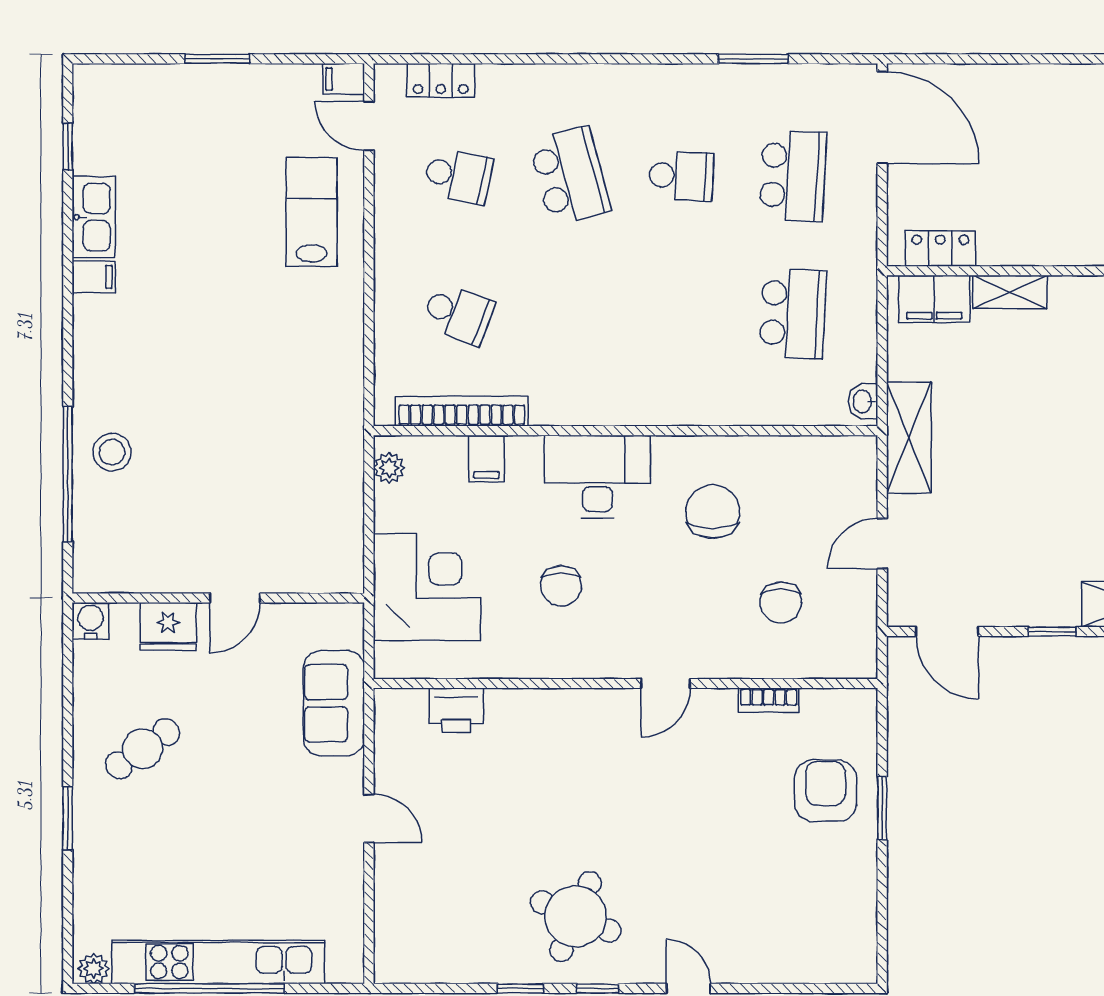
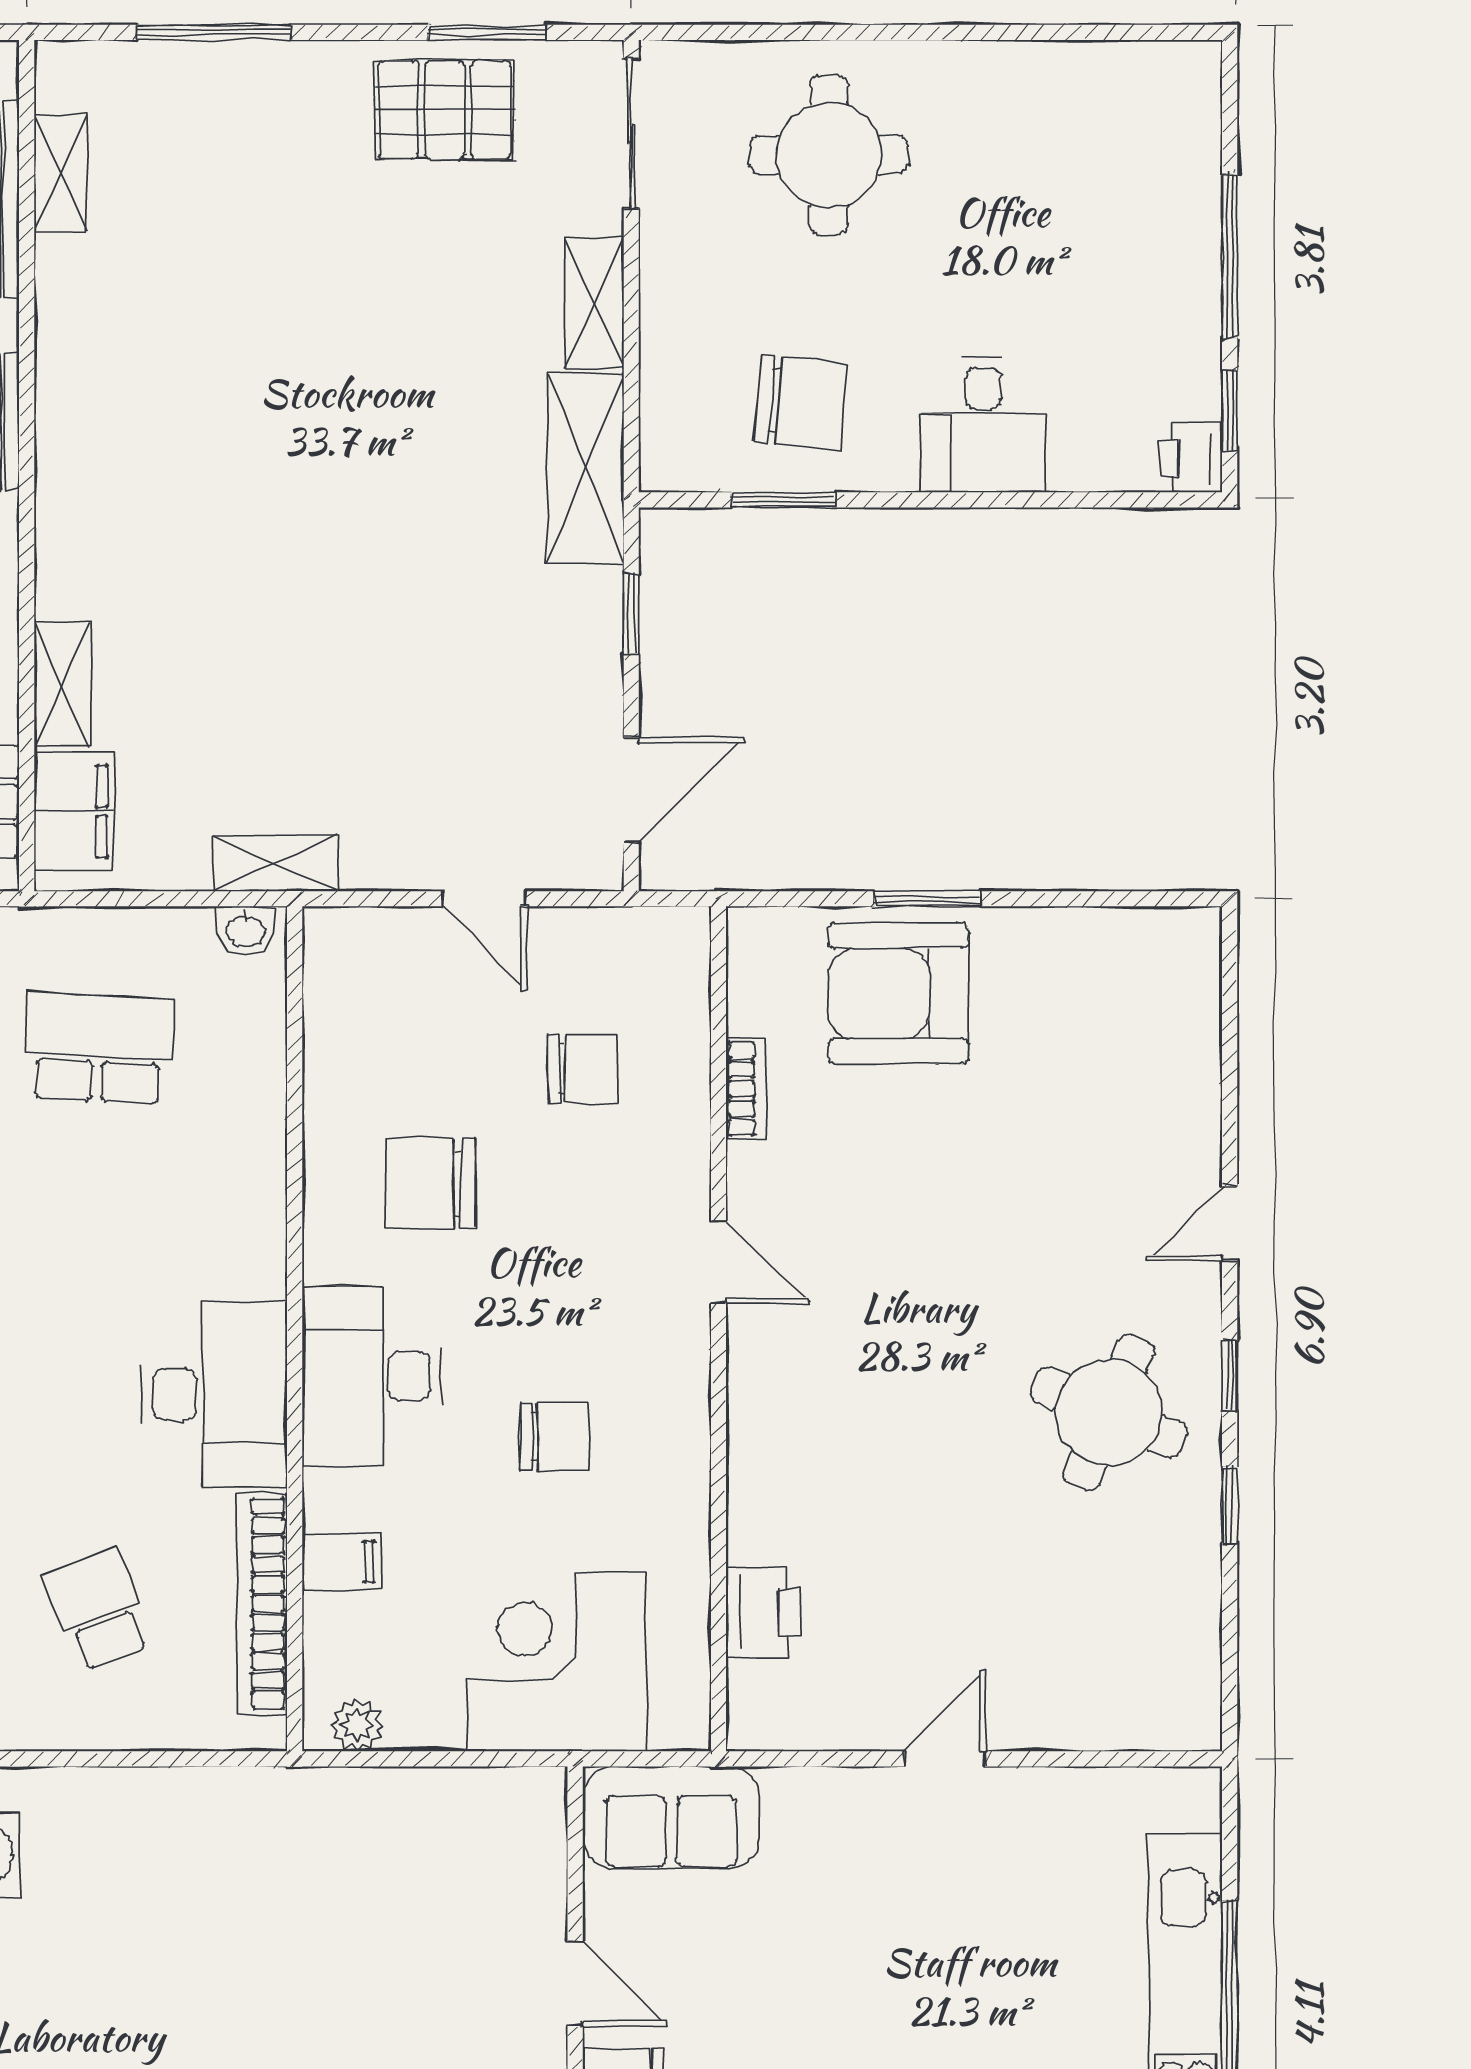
school desk: (458, 314) -> (98, 1609), turned -42
desk: (586, 383) -> (214, 1395), added
shelving: (909, 438) -> (275, 863), width x0.67, depth x0.75
sofa: (334, 703) -> (671, 1818), moved
armchair: (826, 791) -> (898, 994), width x1.36, depth x1.36

